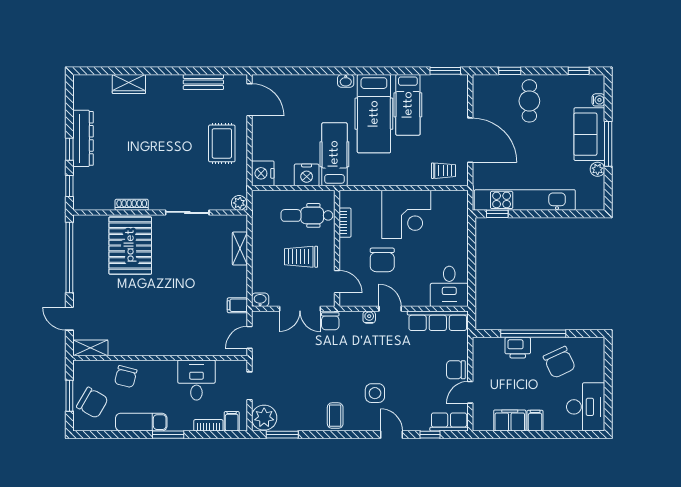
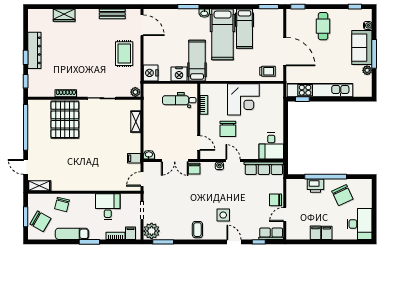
window: (321, 71) -> (188, 7), added
window: (510, 71) -> (298, 7), moved
trolley: (301, 257) -> (175, 127), removed
filing cabinet: (510, 420) -> (316, 233), width x0.50

